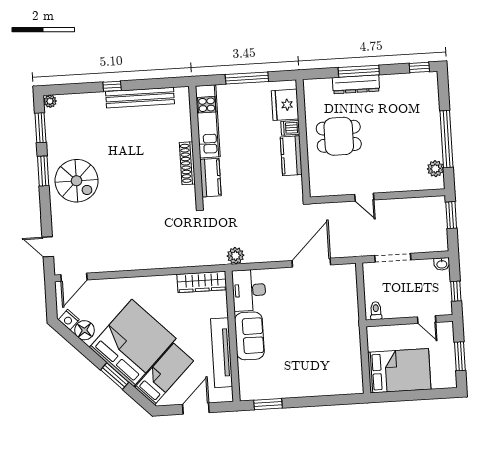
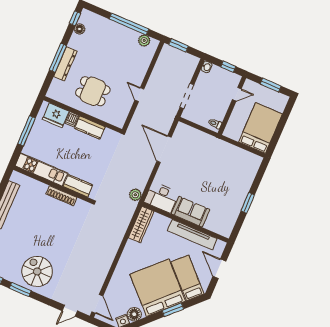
floor lamp: (409, 80) -> (80, 29), added
dining table: (339, 136) -> (93, 91), turned 90
spiral stairs: (77, 181) -> (37, 271), turned -90
door: (364, 197) -> (139, 95), swing flipped
window: (268, 404) -> (248, 203), moved

